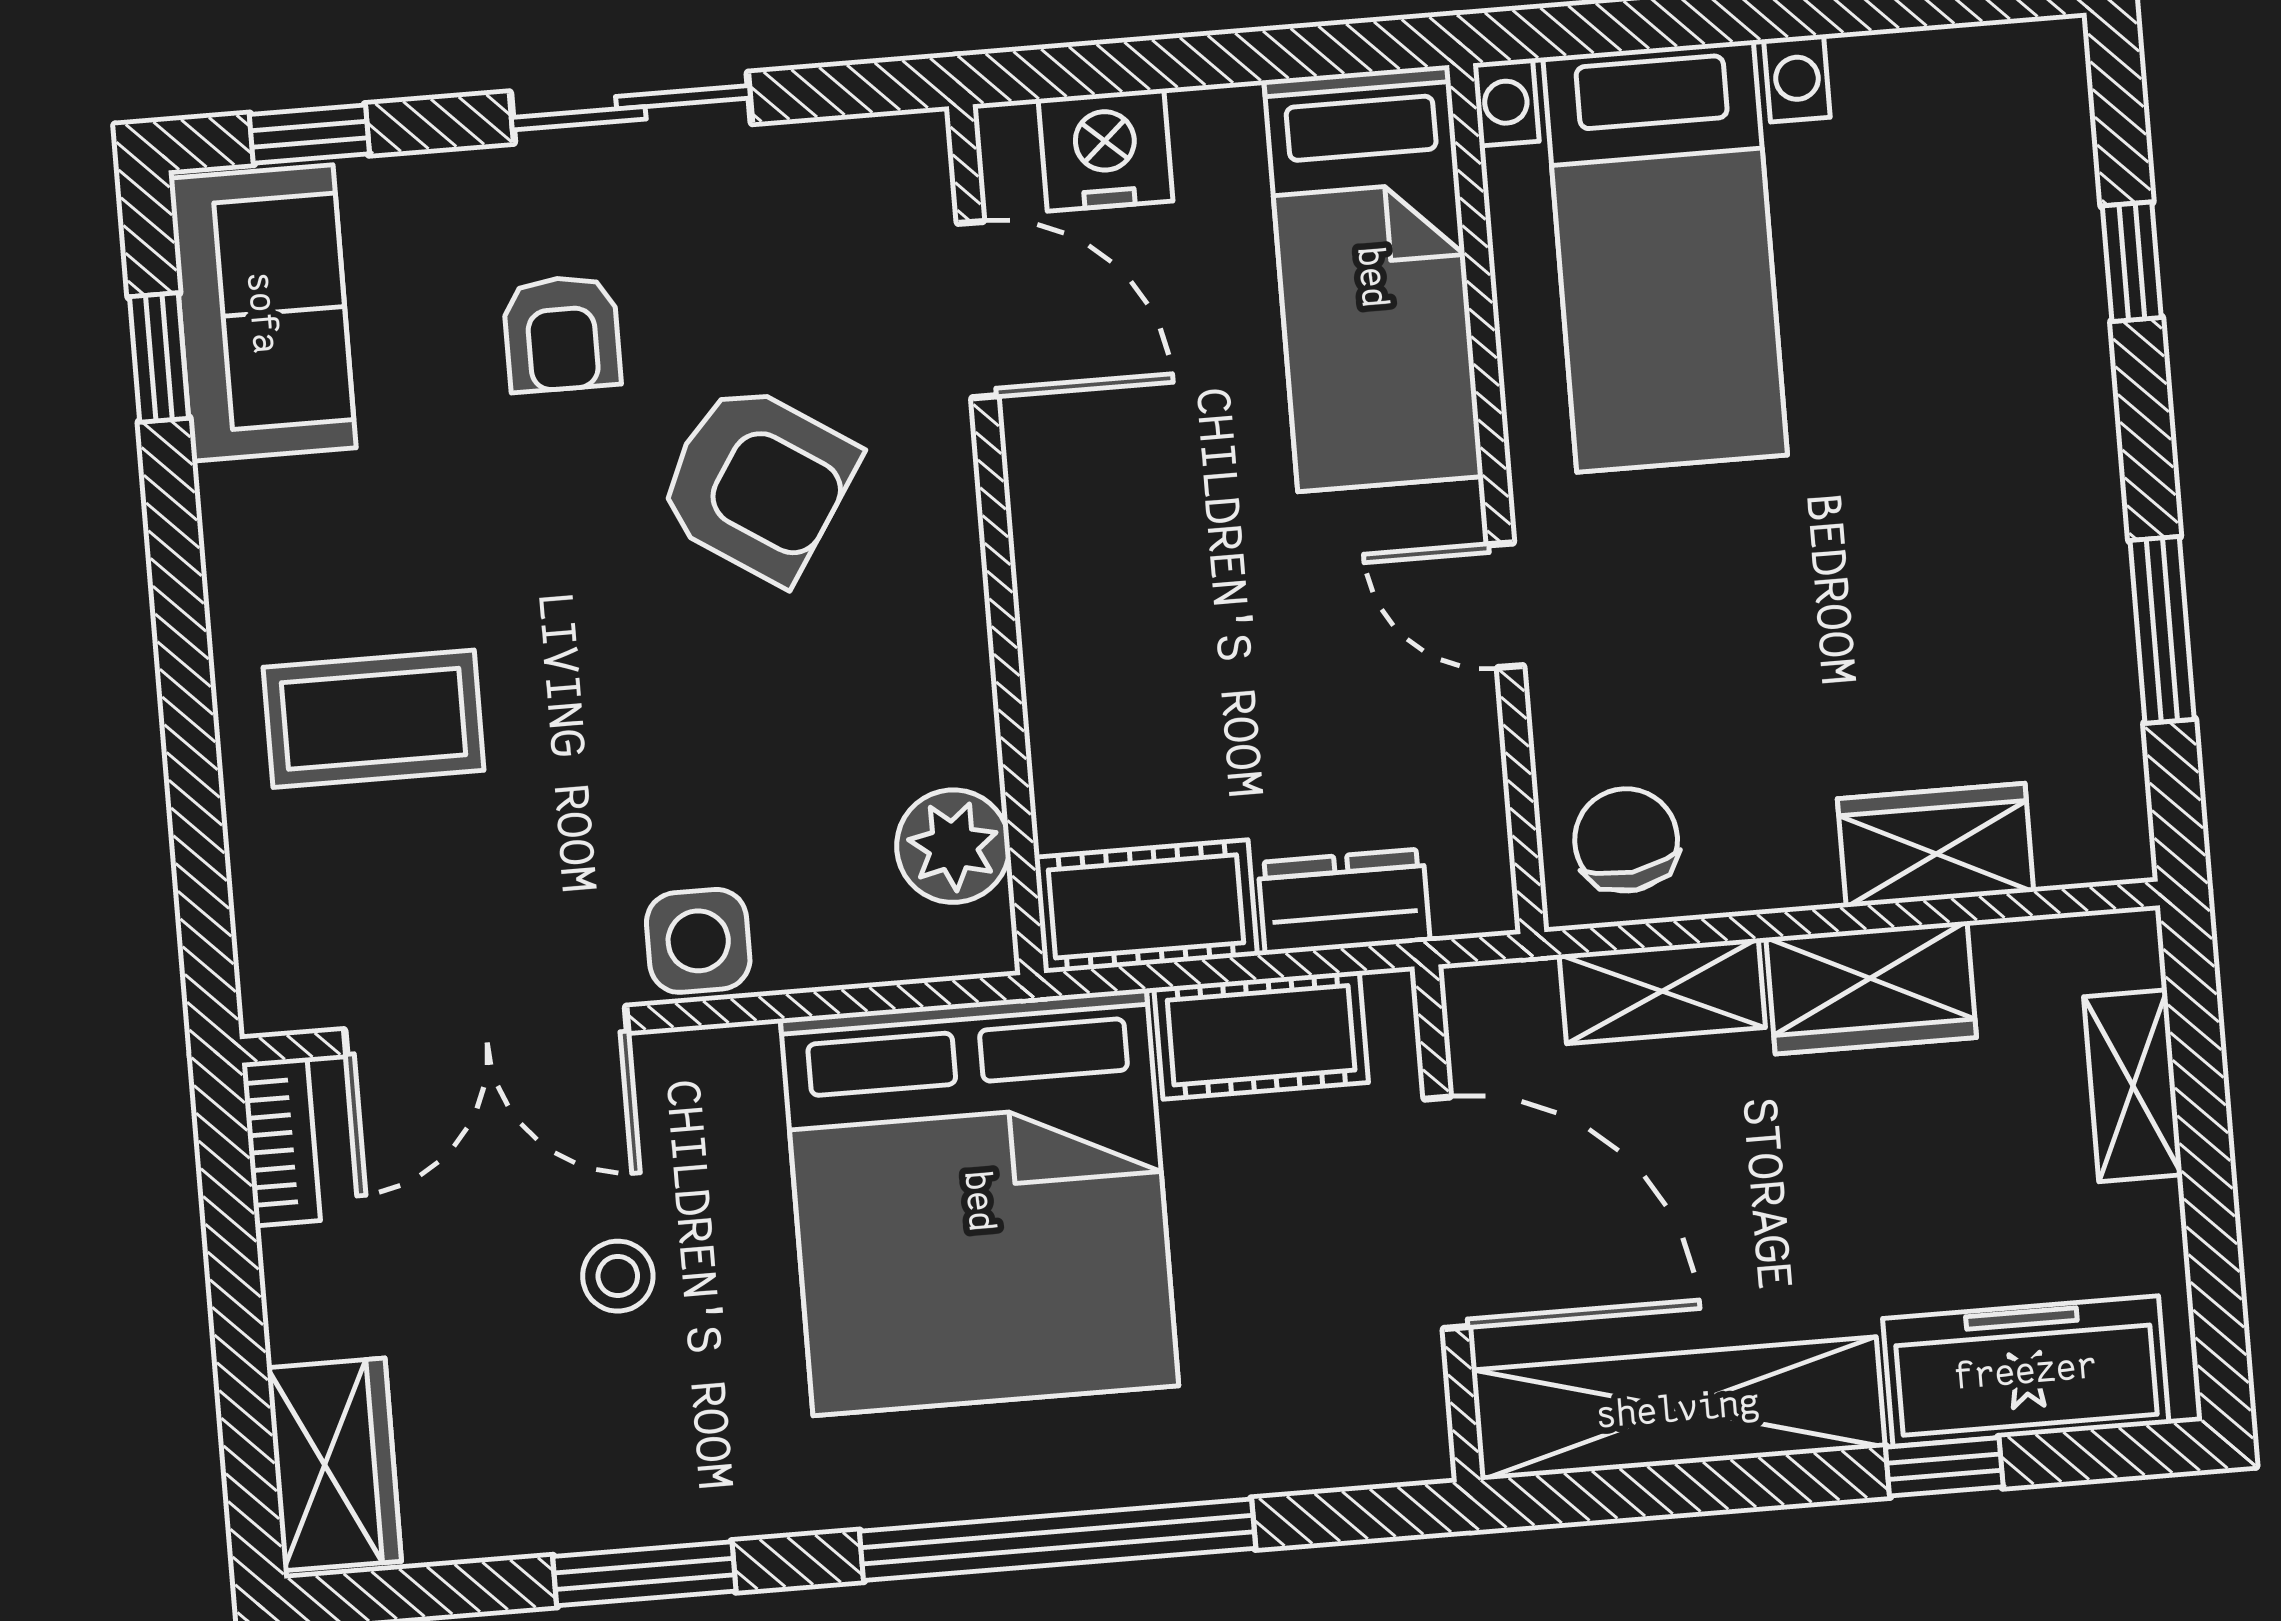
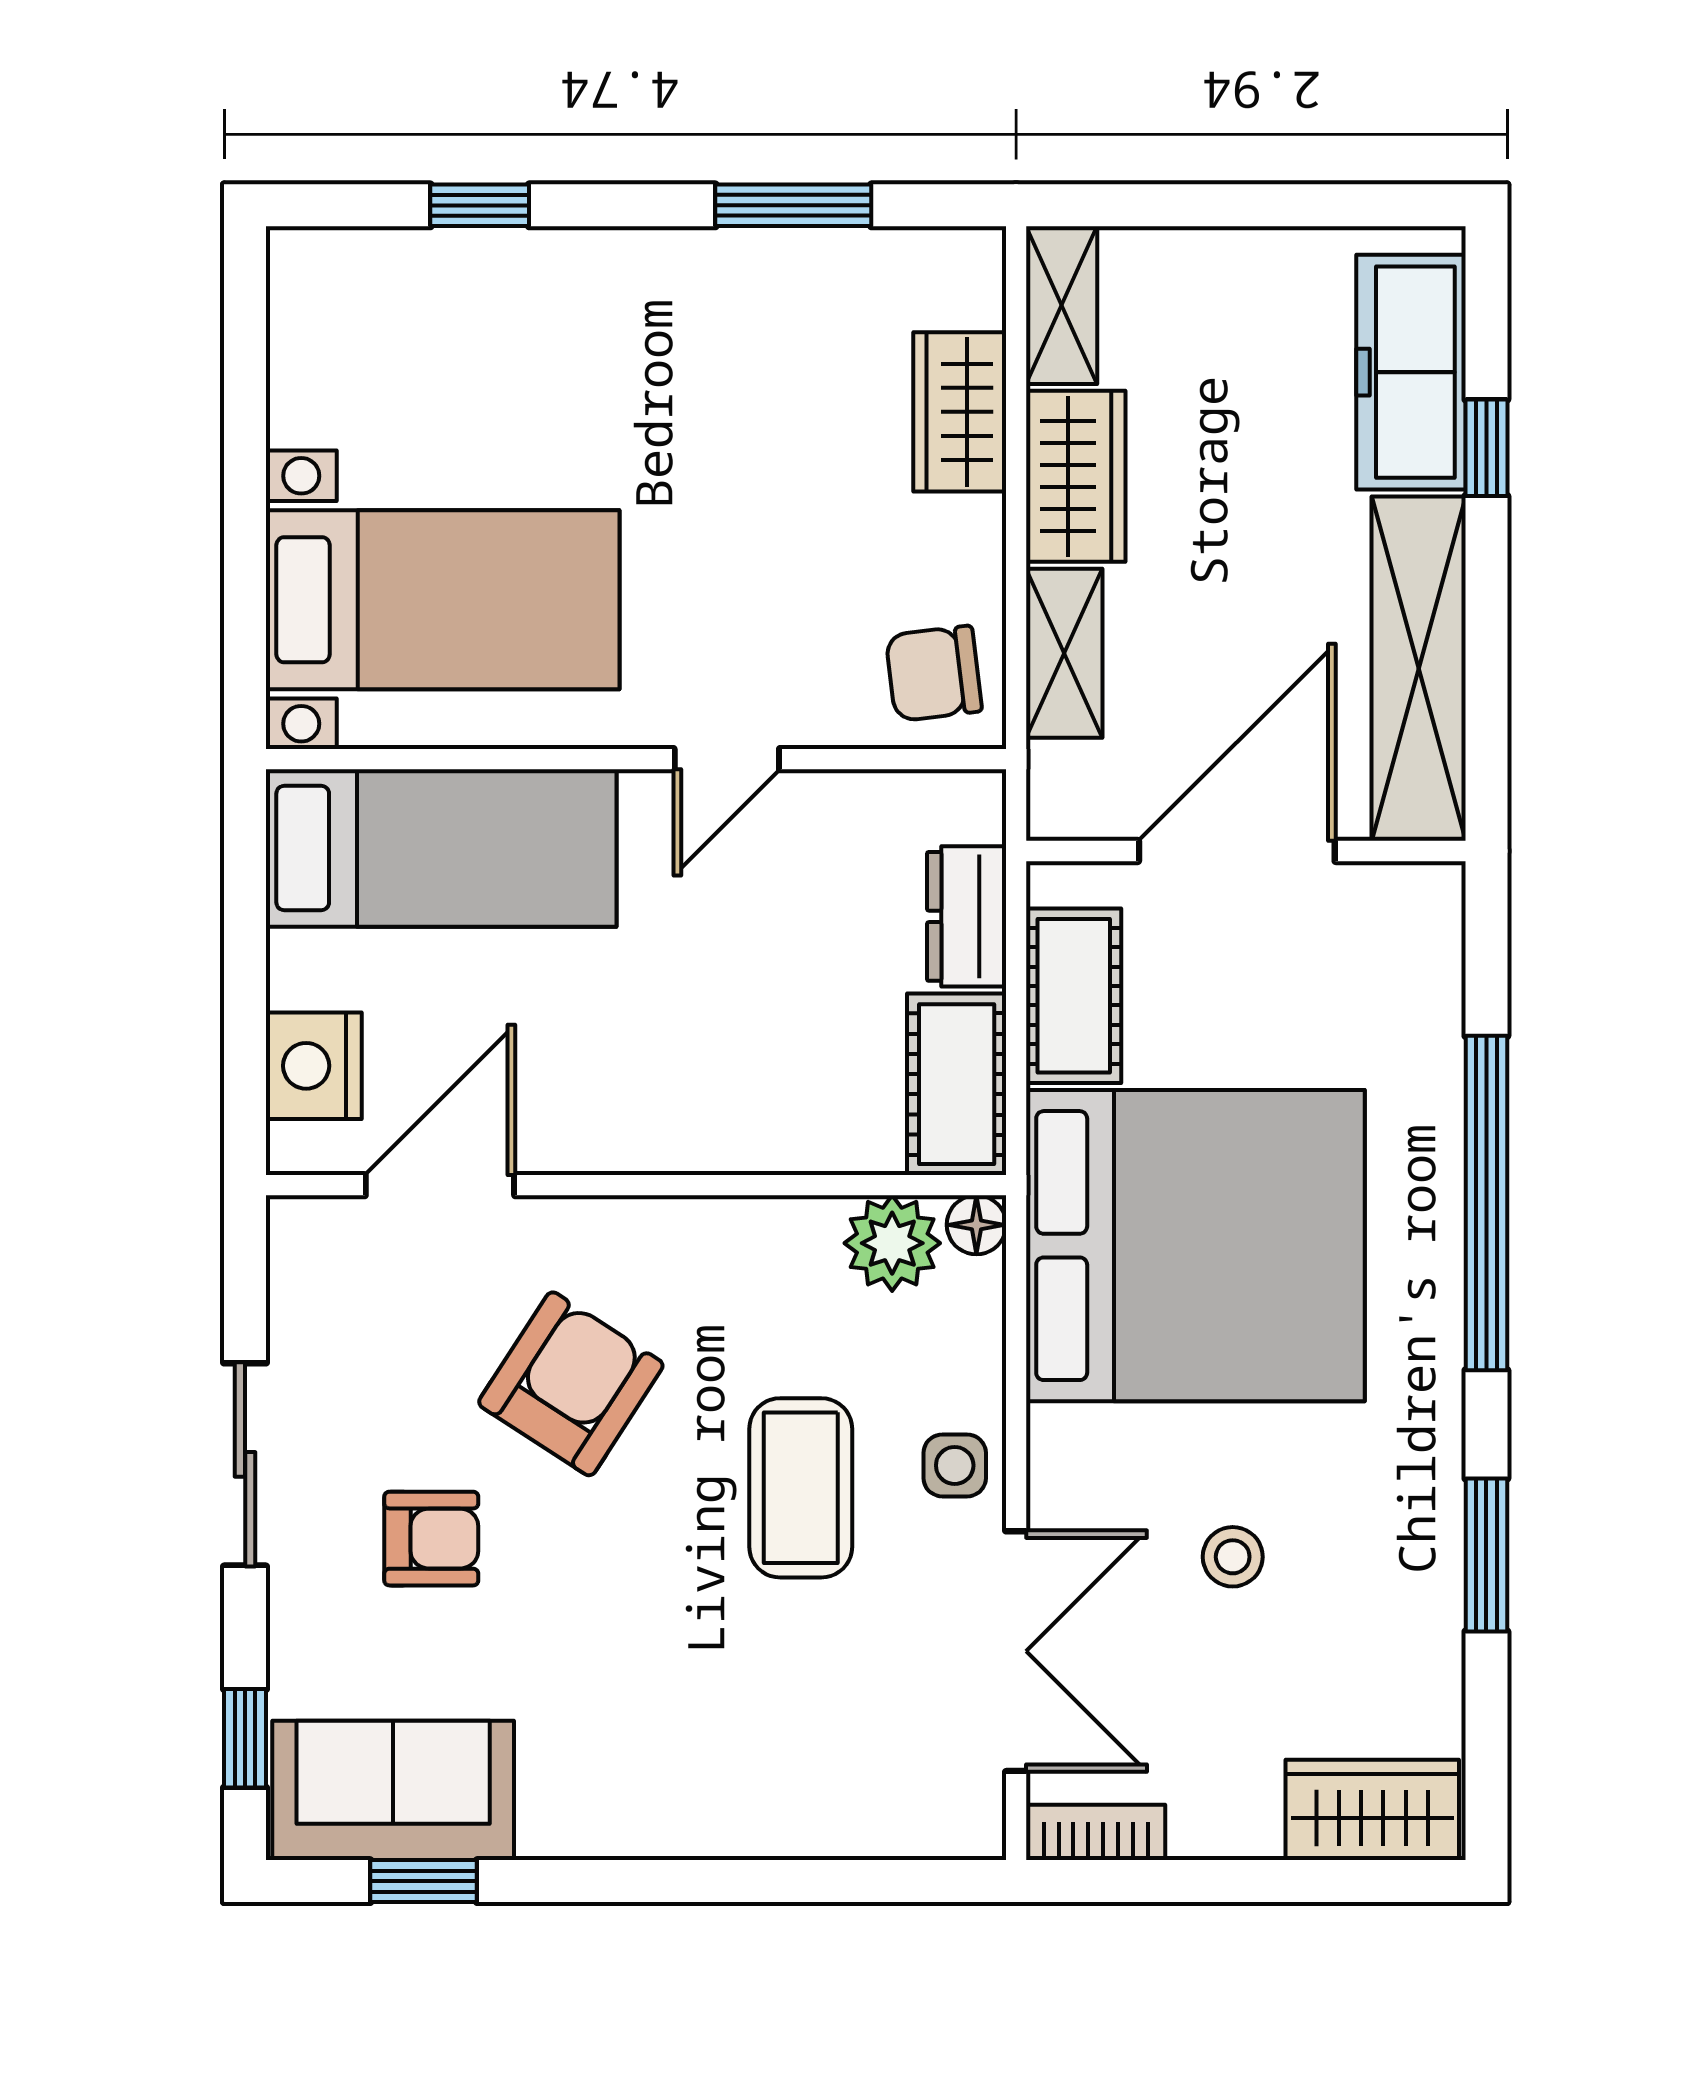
coffee table: (374, 719) -> (801, 1488), moved
side table: (698, 941) -> (955, 1465), width x0.73, depth x0.73
floor lamp: (983, 943) -> (976, 1225), added
shelving: (2133, 1086) -> (1062, 305), moved, turned 90

